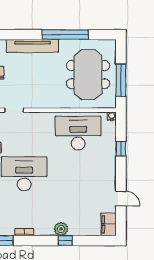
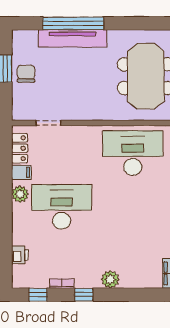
window: (65, 35) -> (73, 23), moved
window: (65, 241) -> (84, 295), moved

